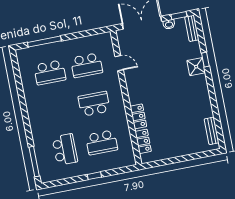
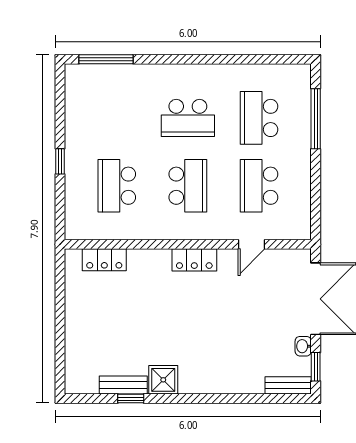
window: (205, 60) -> (131, 399), moved
shower: (196, 67) -> (163, 380), moved
locker: (138, 116) -> (194, 260), moved
bench: (212, 131) -> (123, 385), moved
school desk: (65, 150) -> (188, 118), moved

